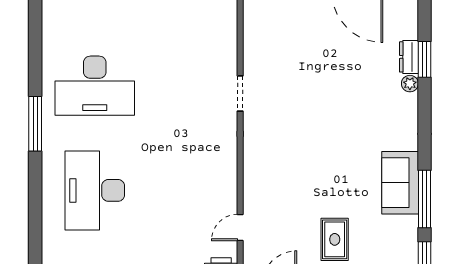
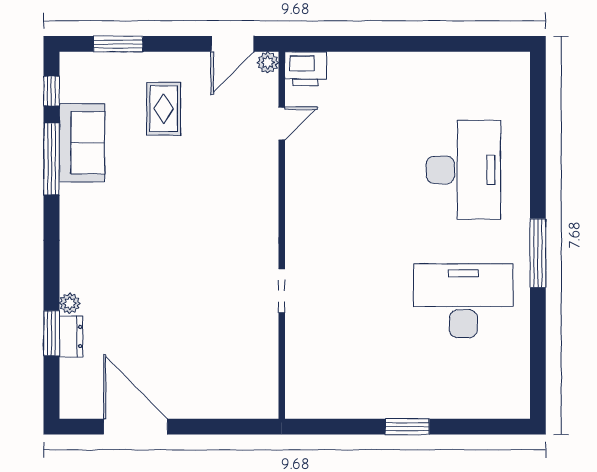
sofa: (400, 183) -> (82, 143), moved

